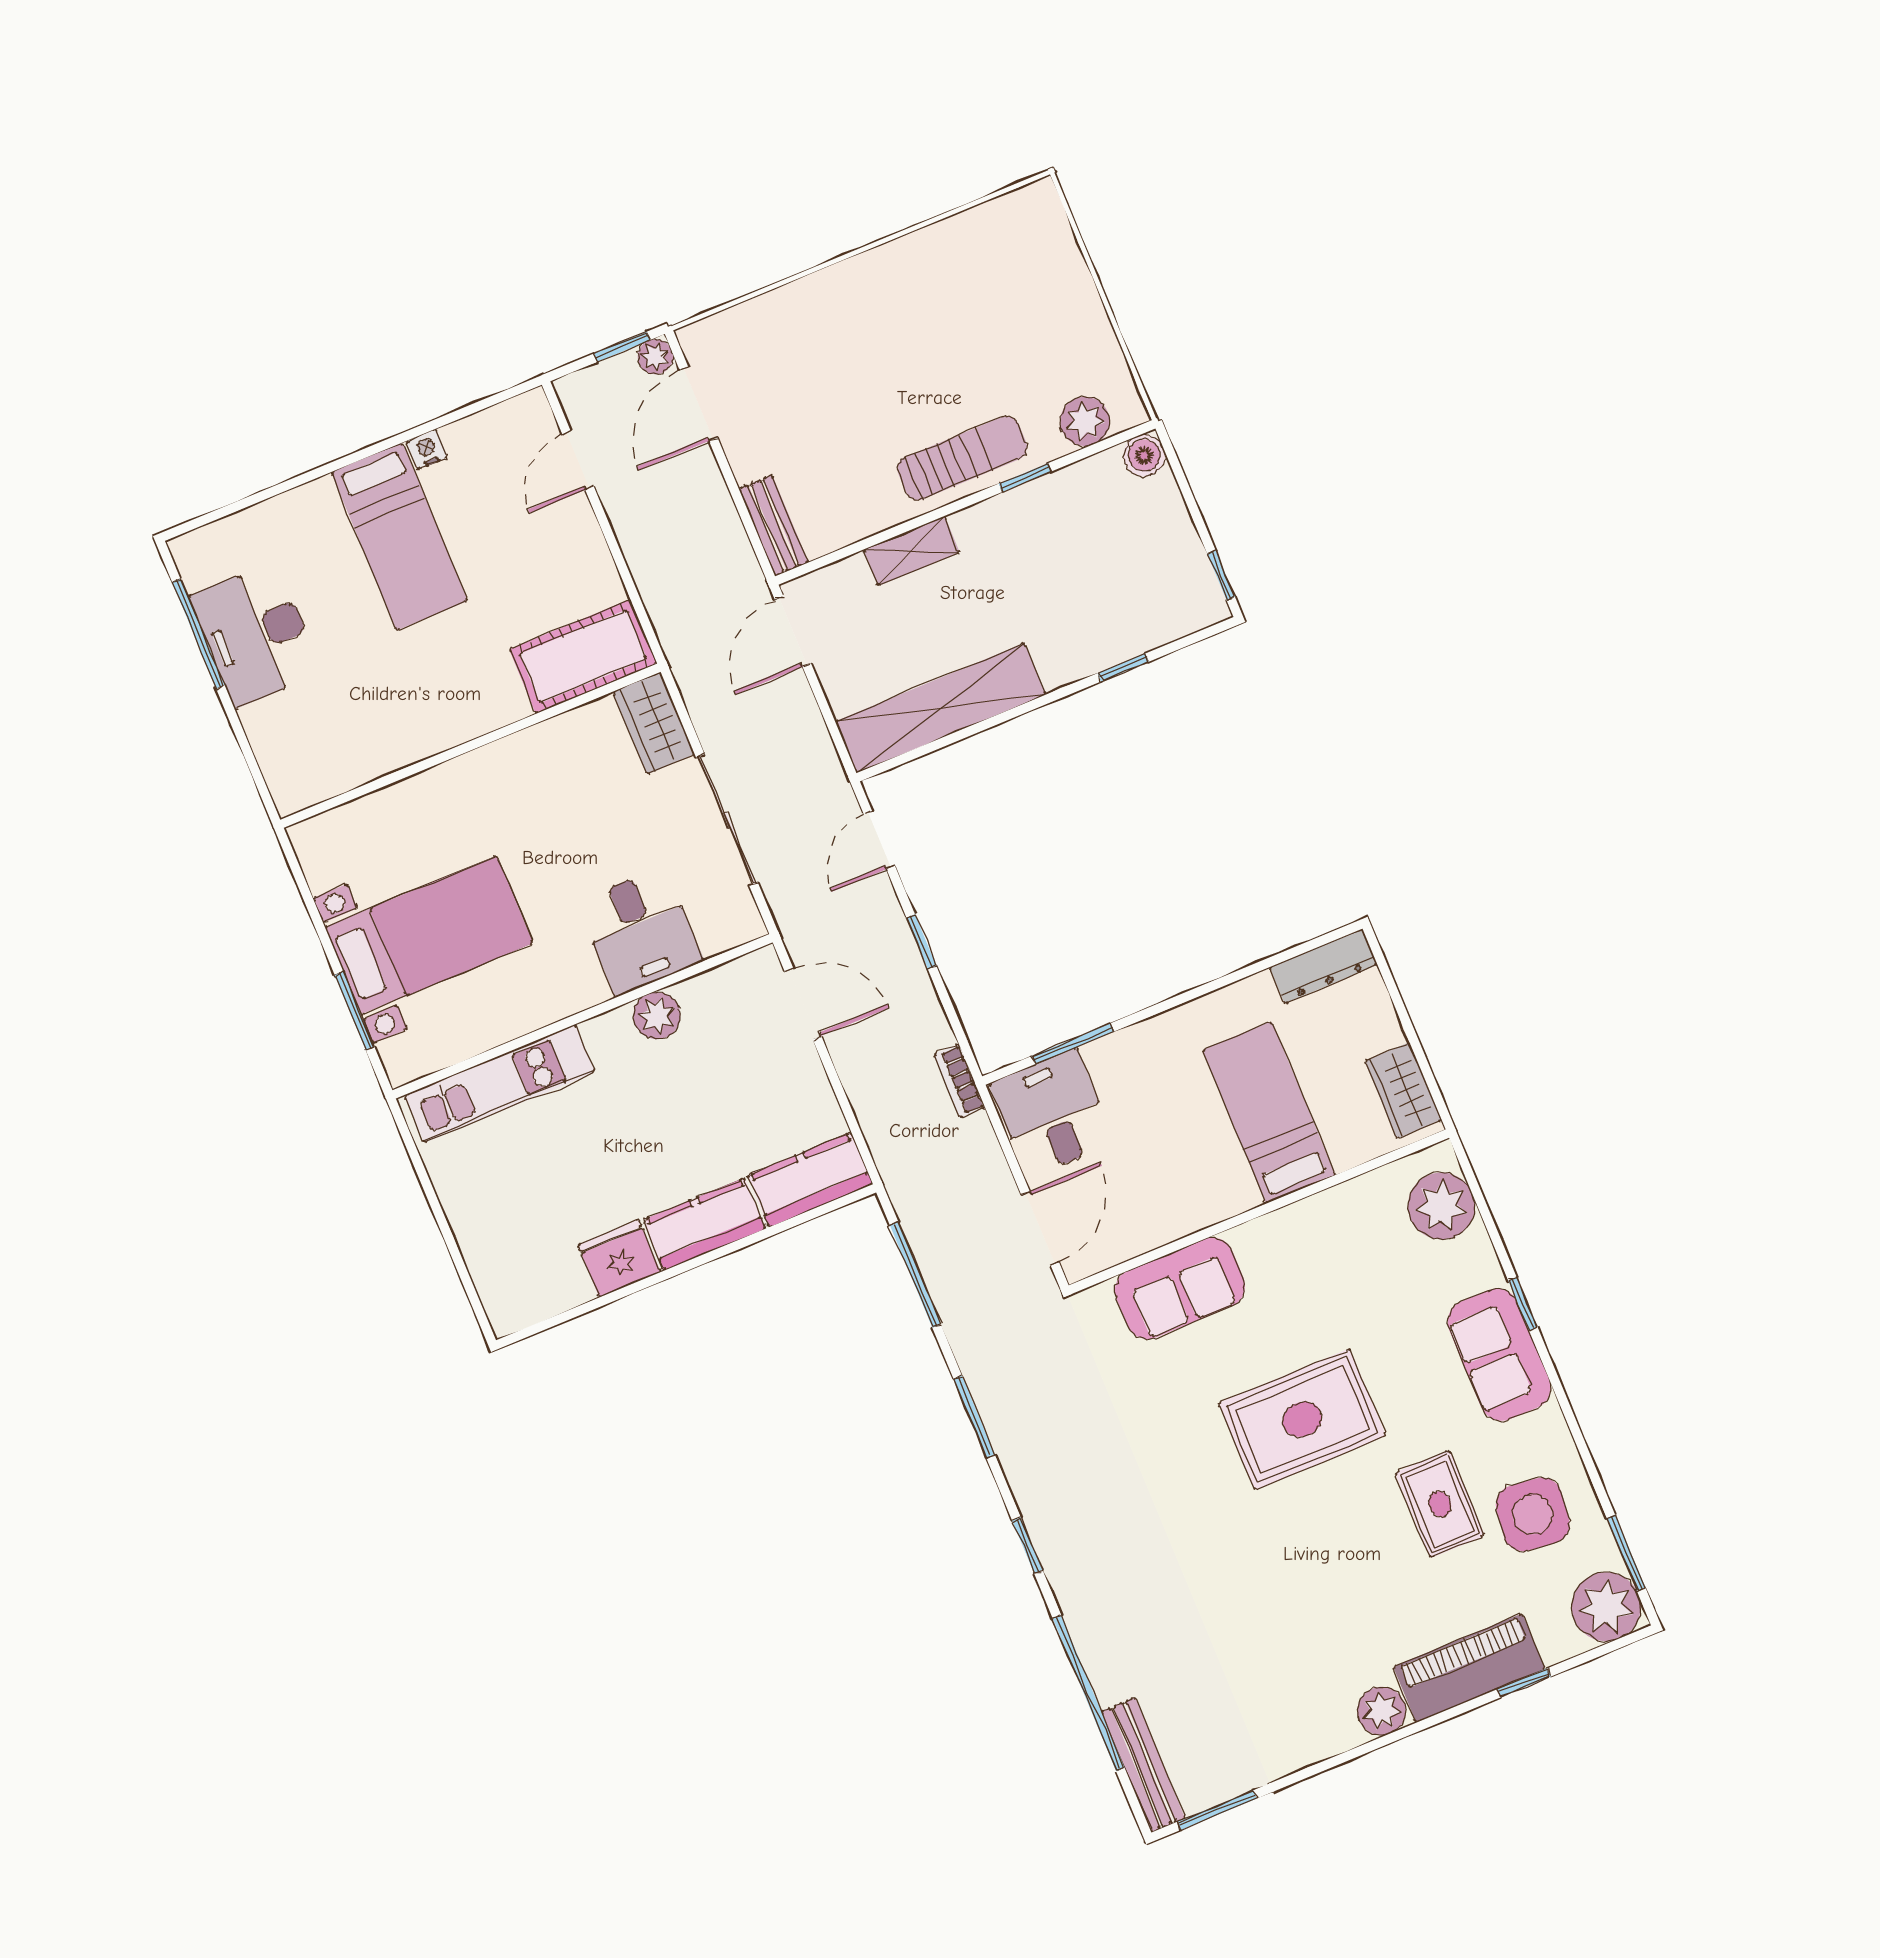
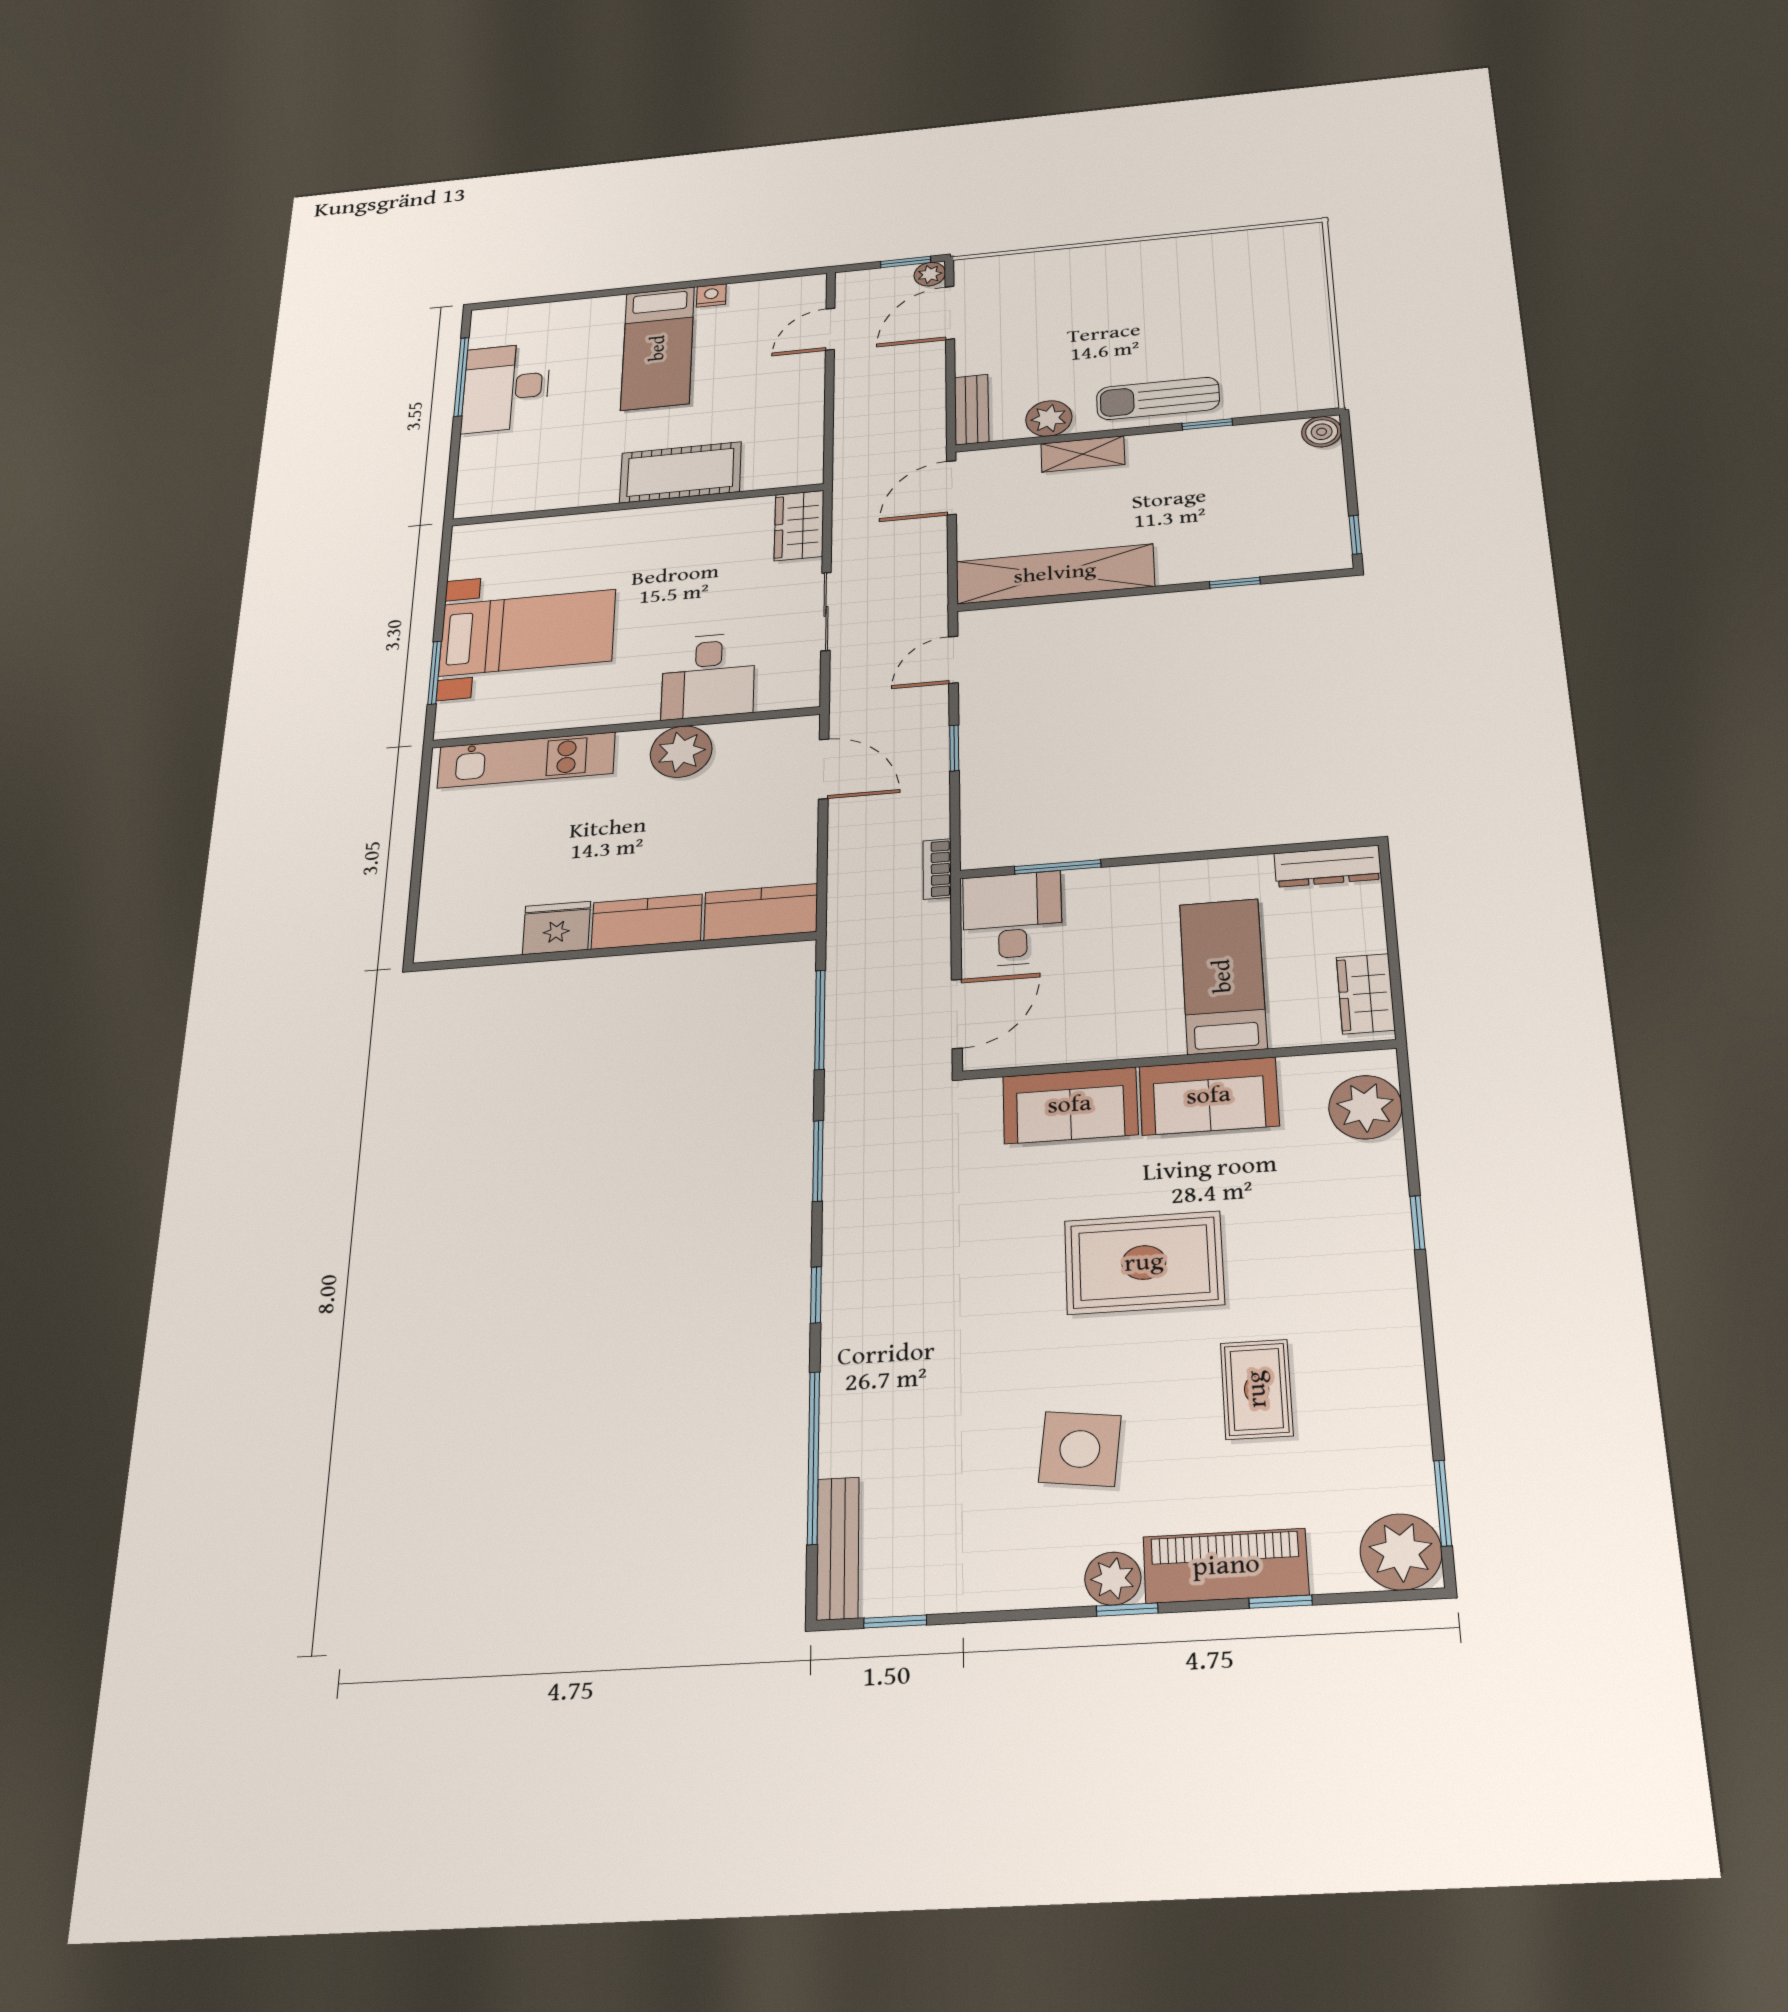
plant: (1085, 421) -> (1049, 418), moved
sun lounger: (962, 458) -> (1158, 398), turned 180
cot: (583, 656) -> (680, 472), moved
sliding door: (727, 820) -> (826, 611), width x0.73
plant: (657, 1016) -> (681, 752), width x1.36, depth x1.36
sofa: (1499, 1355) -> (1209, 1096), moved, turned -90
side table: (1533, 1514) -> (1080, 1449), moved
window: (1403, 1733) -> (1127, 1610), added
window: (1217, 1810) -> (895, 1622), width x0.67

